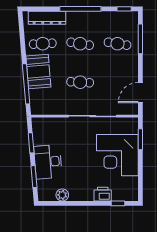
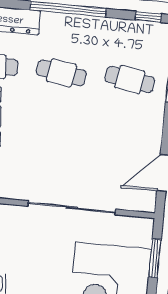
cafe table: (80, 82) -> (55, 143), removed

